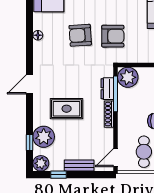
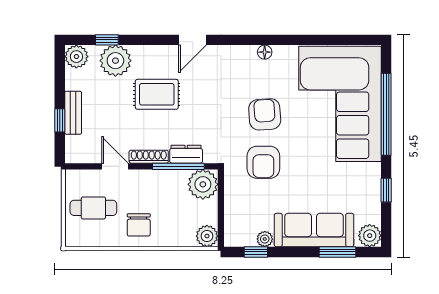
door: (30, 84) -> (192, 40), swing flipped
rug: (67, 109) -> (157, 94), turned 90
door: (116, 158) -> (115, 166), moved
window: (58, 175) -> (60, 120), moved

